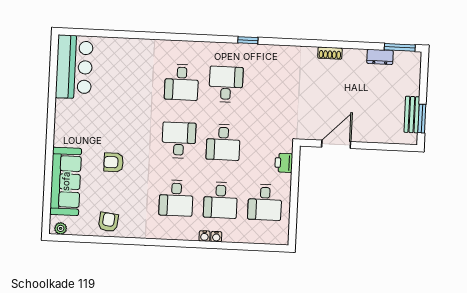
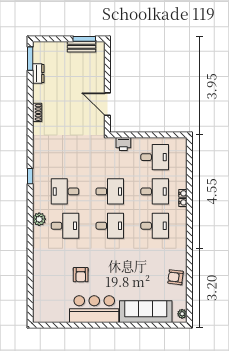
plant: (192, 49) -> (39, 219), added
bar counter: (74, 67) -> (94, 309), moved
desk: (179, 140) -> (110, 226), turned 180
armchair: (114, 162) -> (81, 275), moved

